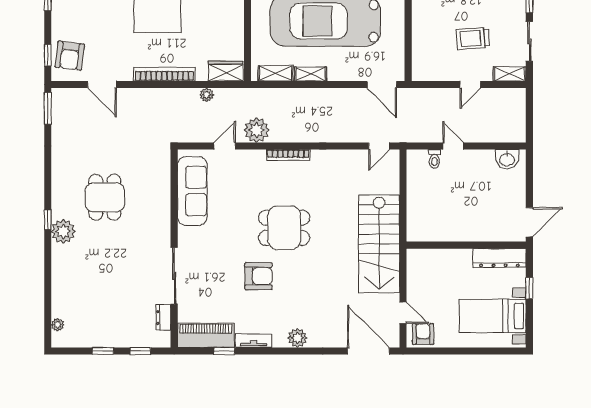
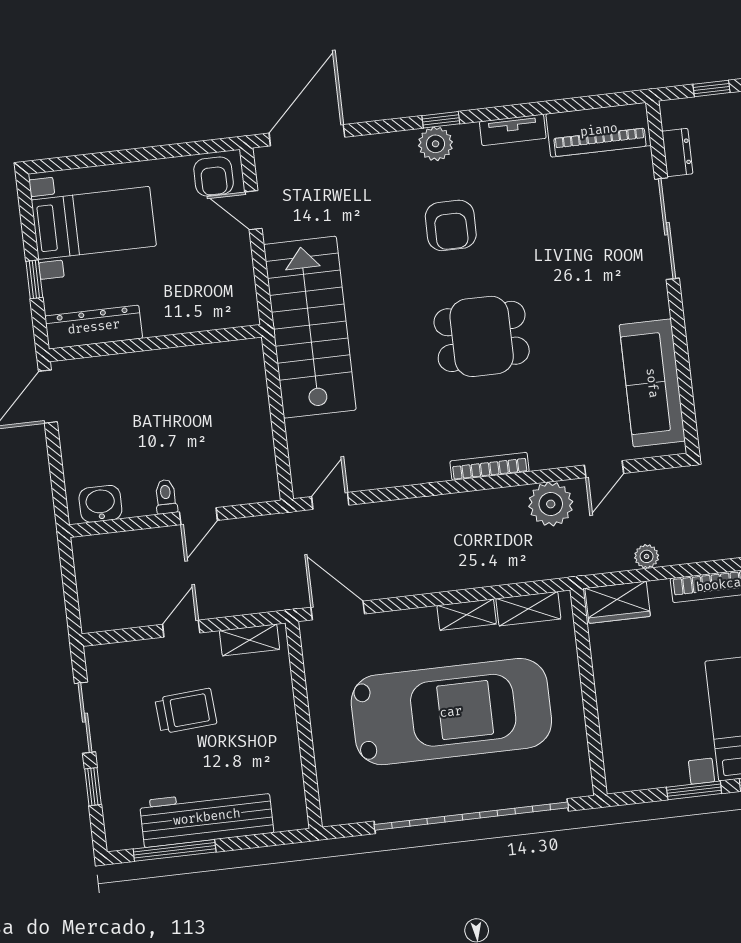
shelving: (510, 74) -> (249, 640), moved
door: (453, 146) -> (198, 516), hinge flipped
toilet: (434, 159) -> (166, 497), moved
armchair: (258, 276) -> (451, 225), moved, turned -90
window: (224, 351) -> (441, 120), moved
door: (368, 351) -> (307, 135), swing flipped

